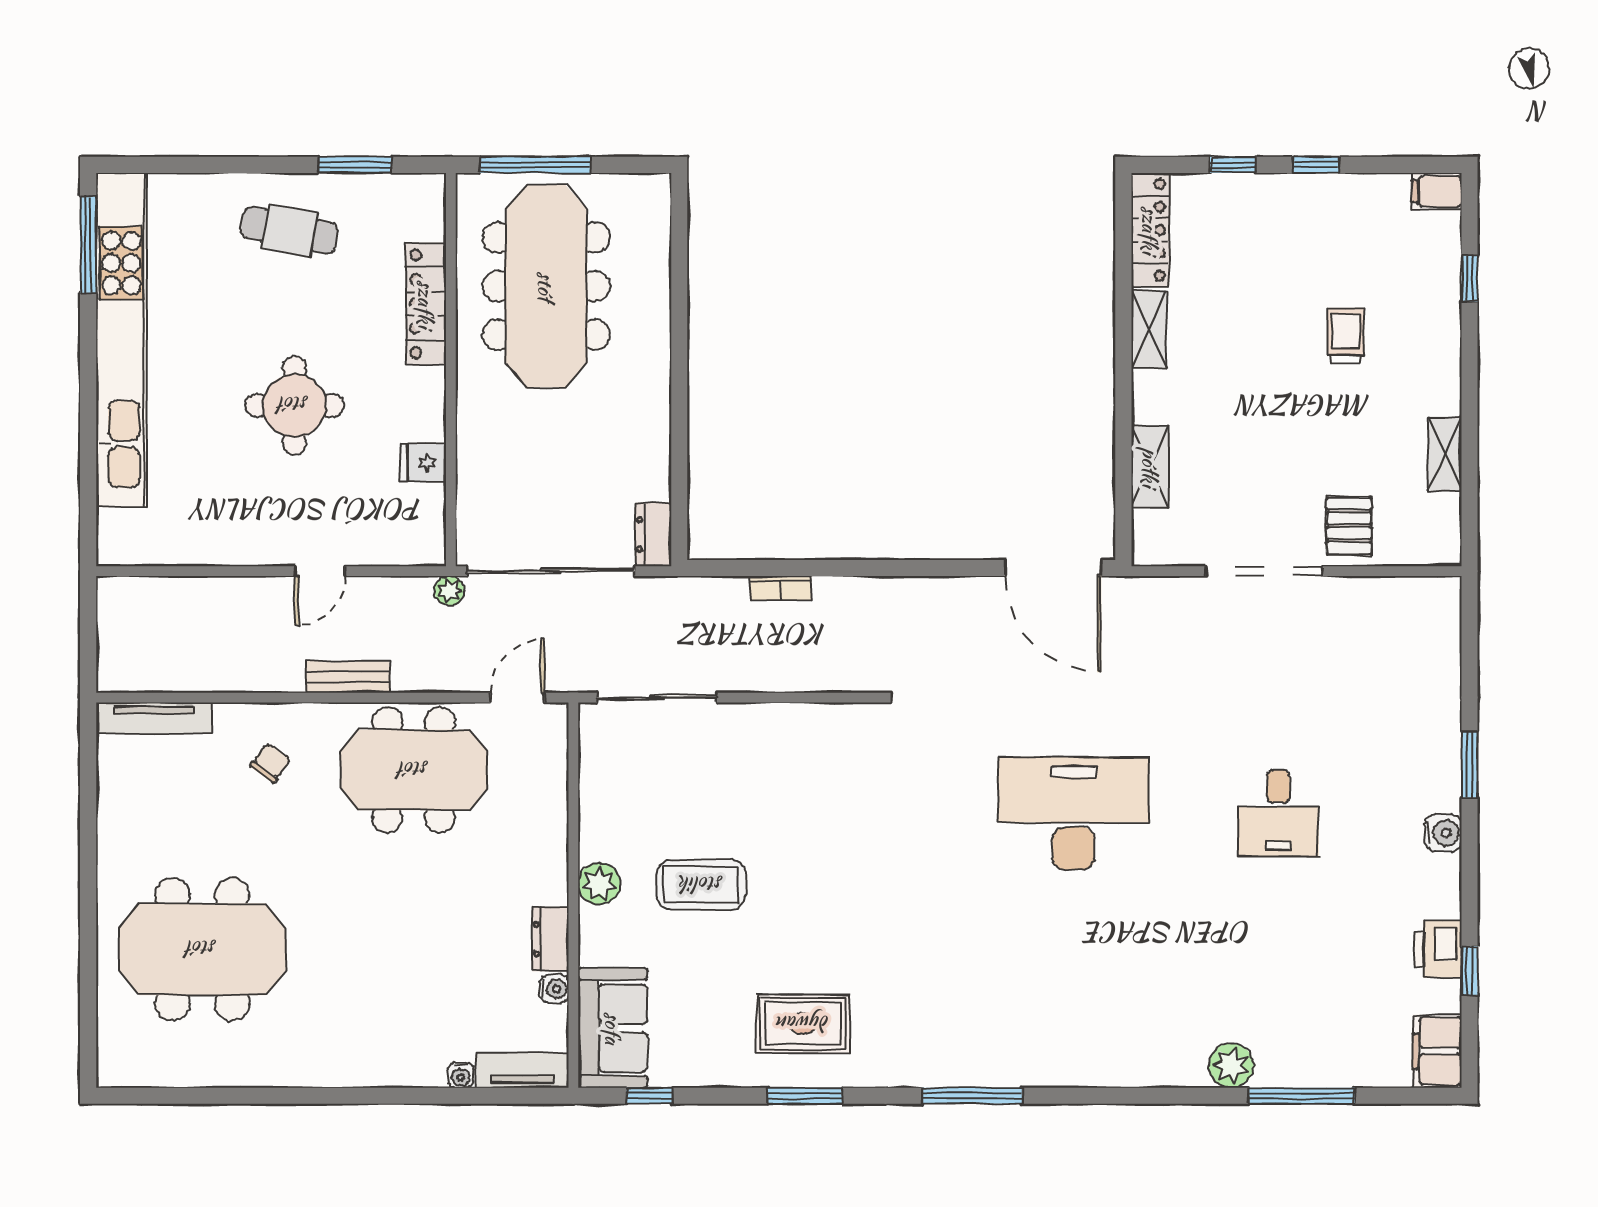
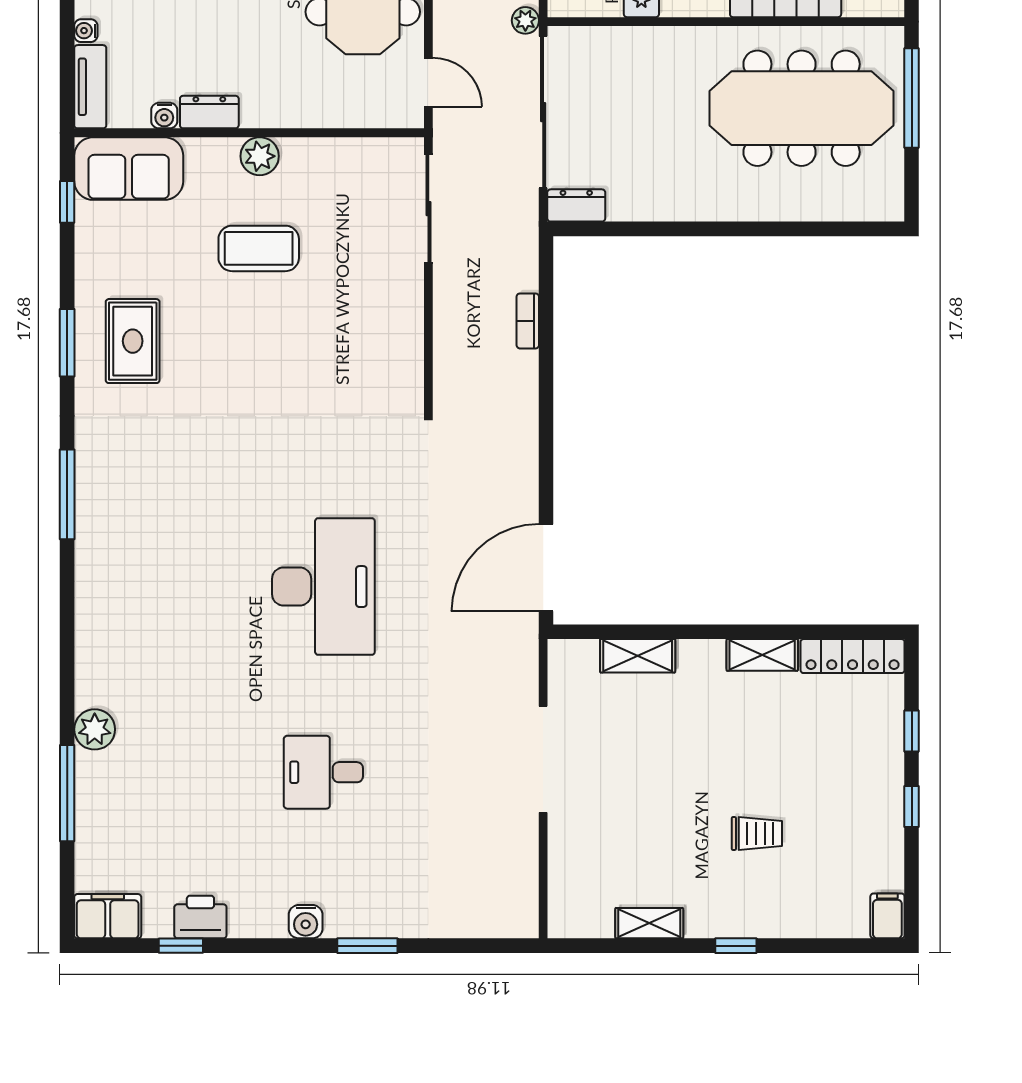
window: (1470, 278) -> (736, 946), moved
pallet: (1349, 526) -> (584, 836), removed
coffee table: (701, 885) -> (259, 248), turned 90

